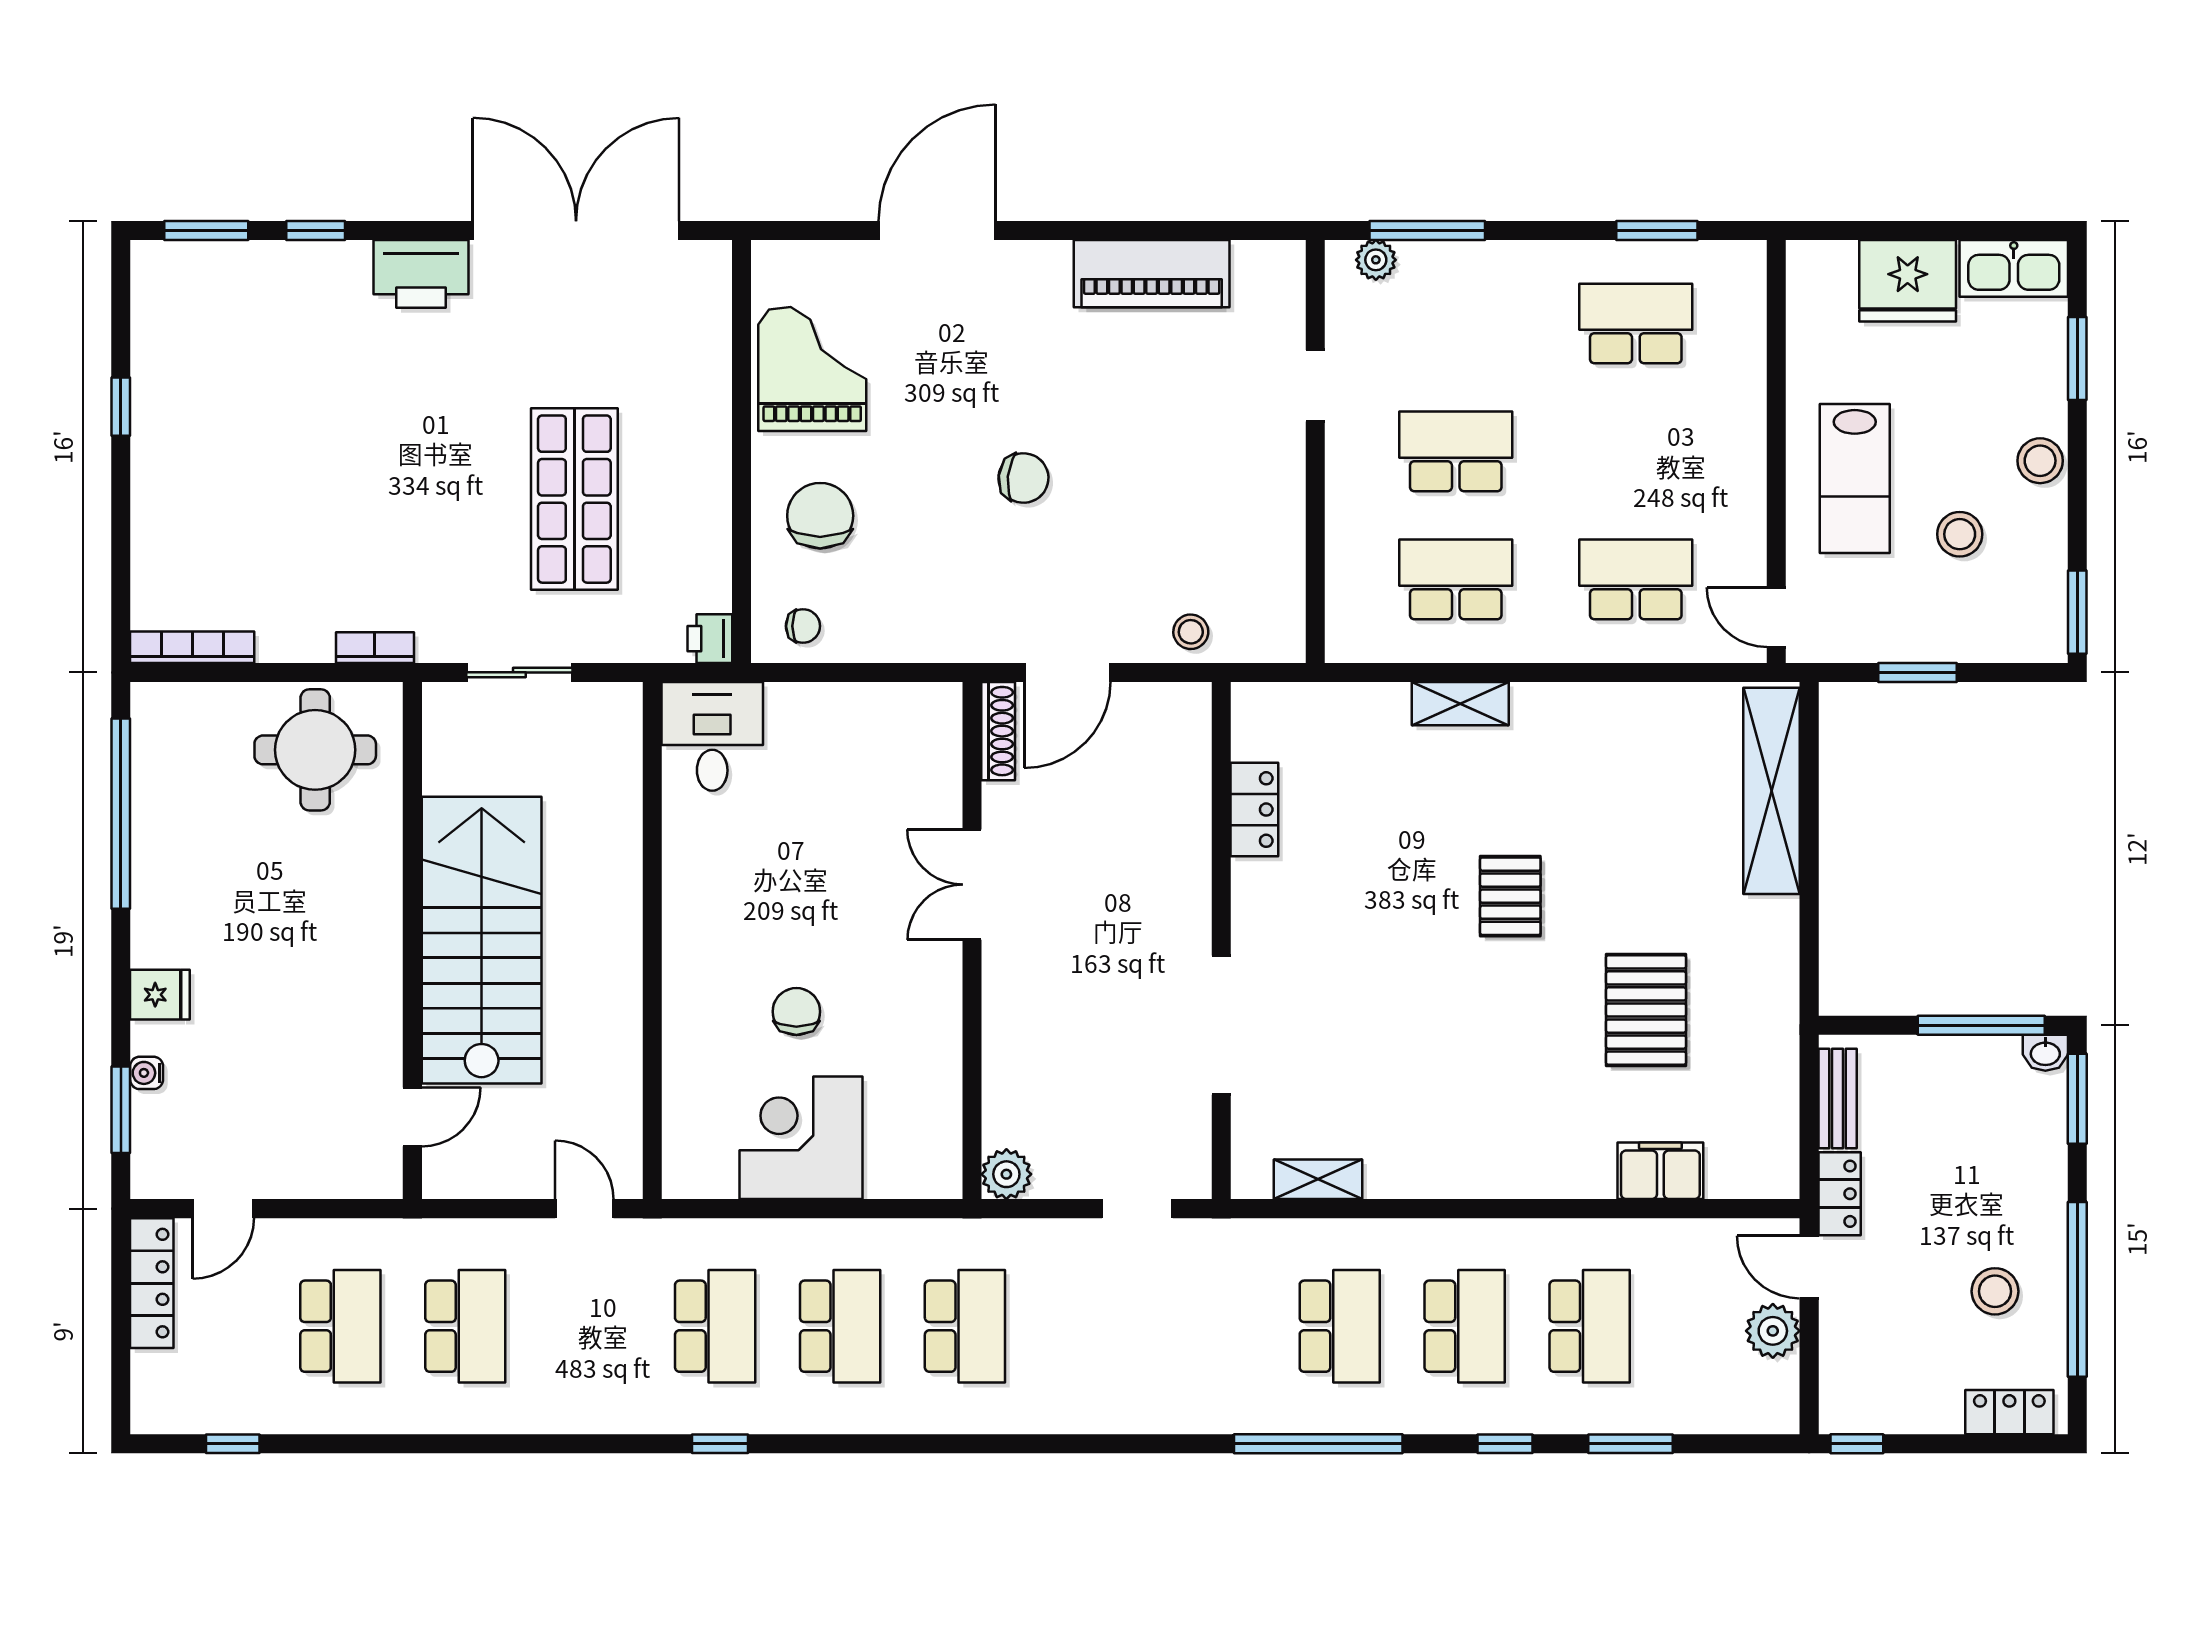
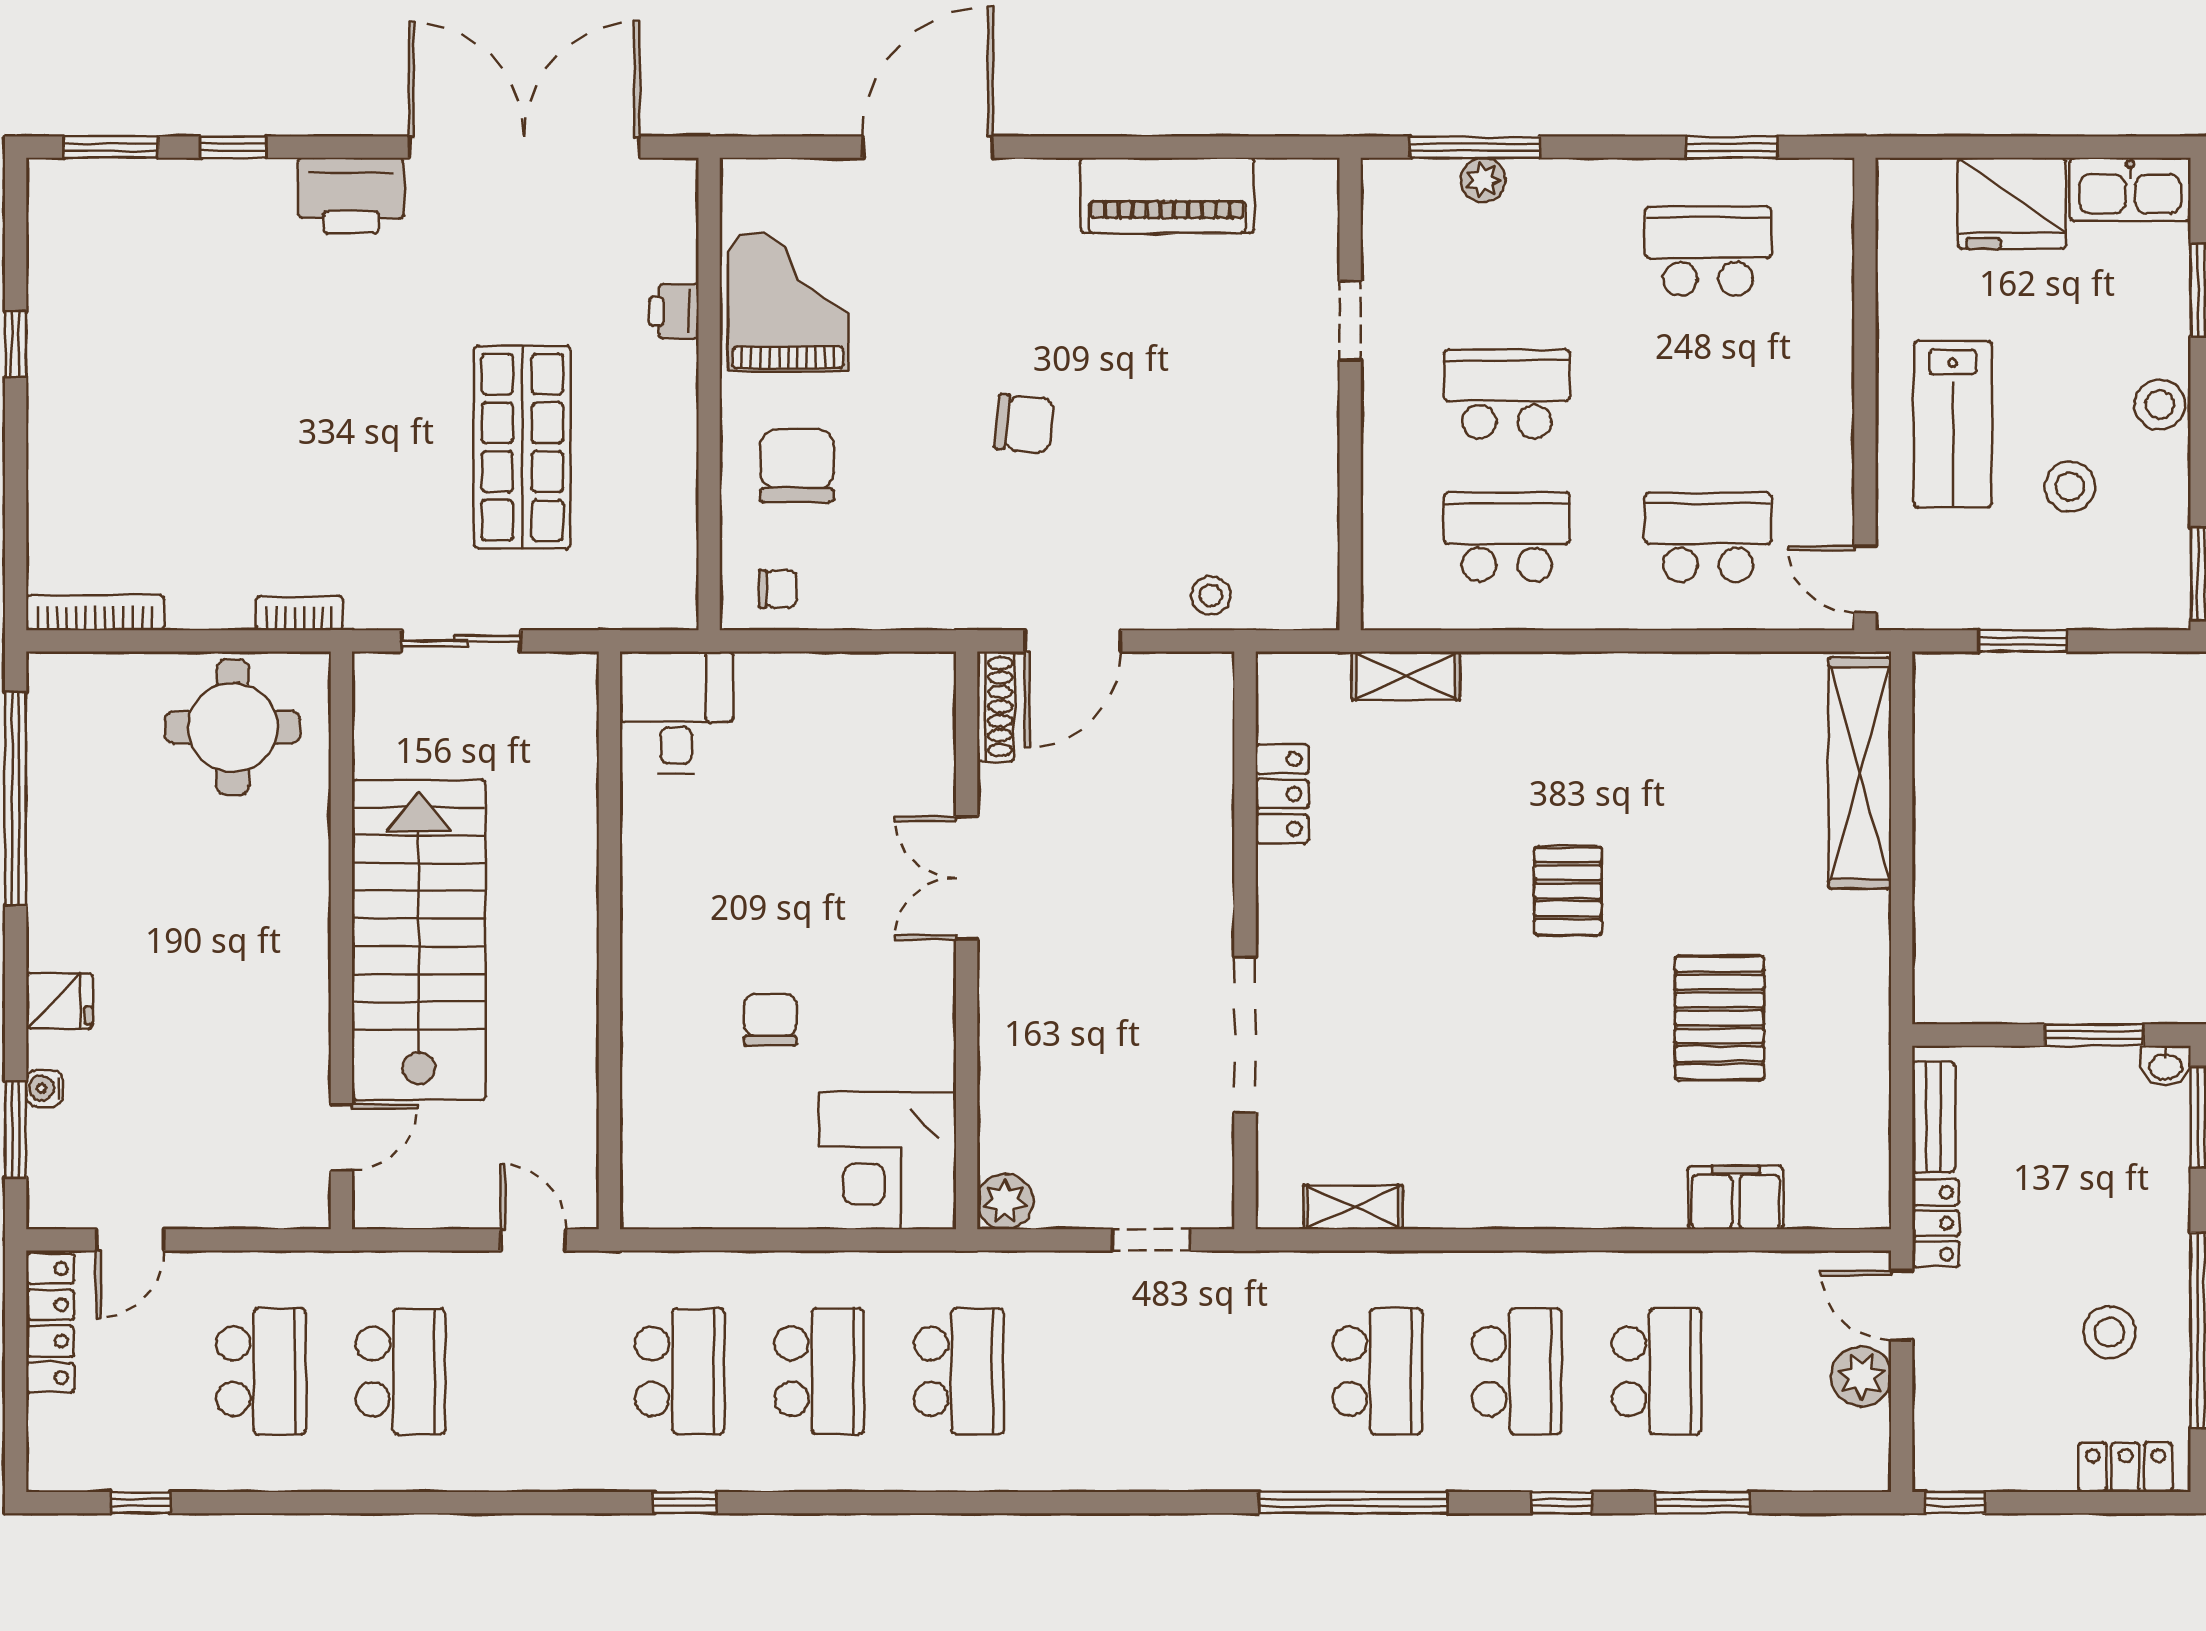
plant: (1376, 260) -> (1483, 180), moved
printer: (710, 639) -> (674, 311), moved
shelving: (1460, 704) -> (1406, 676), moved
window: (1981, 1025) -> (2094, 1035), width x0.69
corner desk: (801, 1138) -> (887, 1161), moved, turned -90

